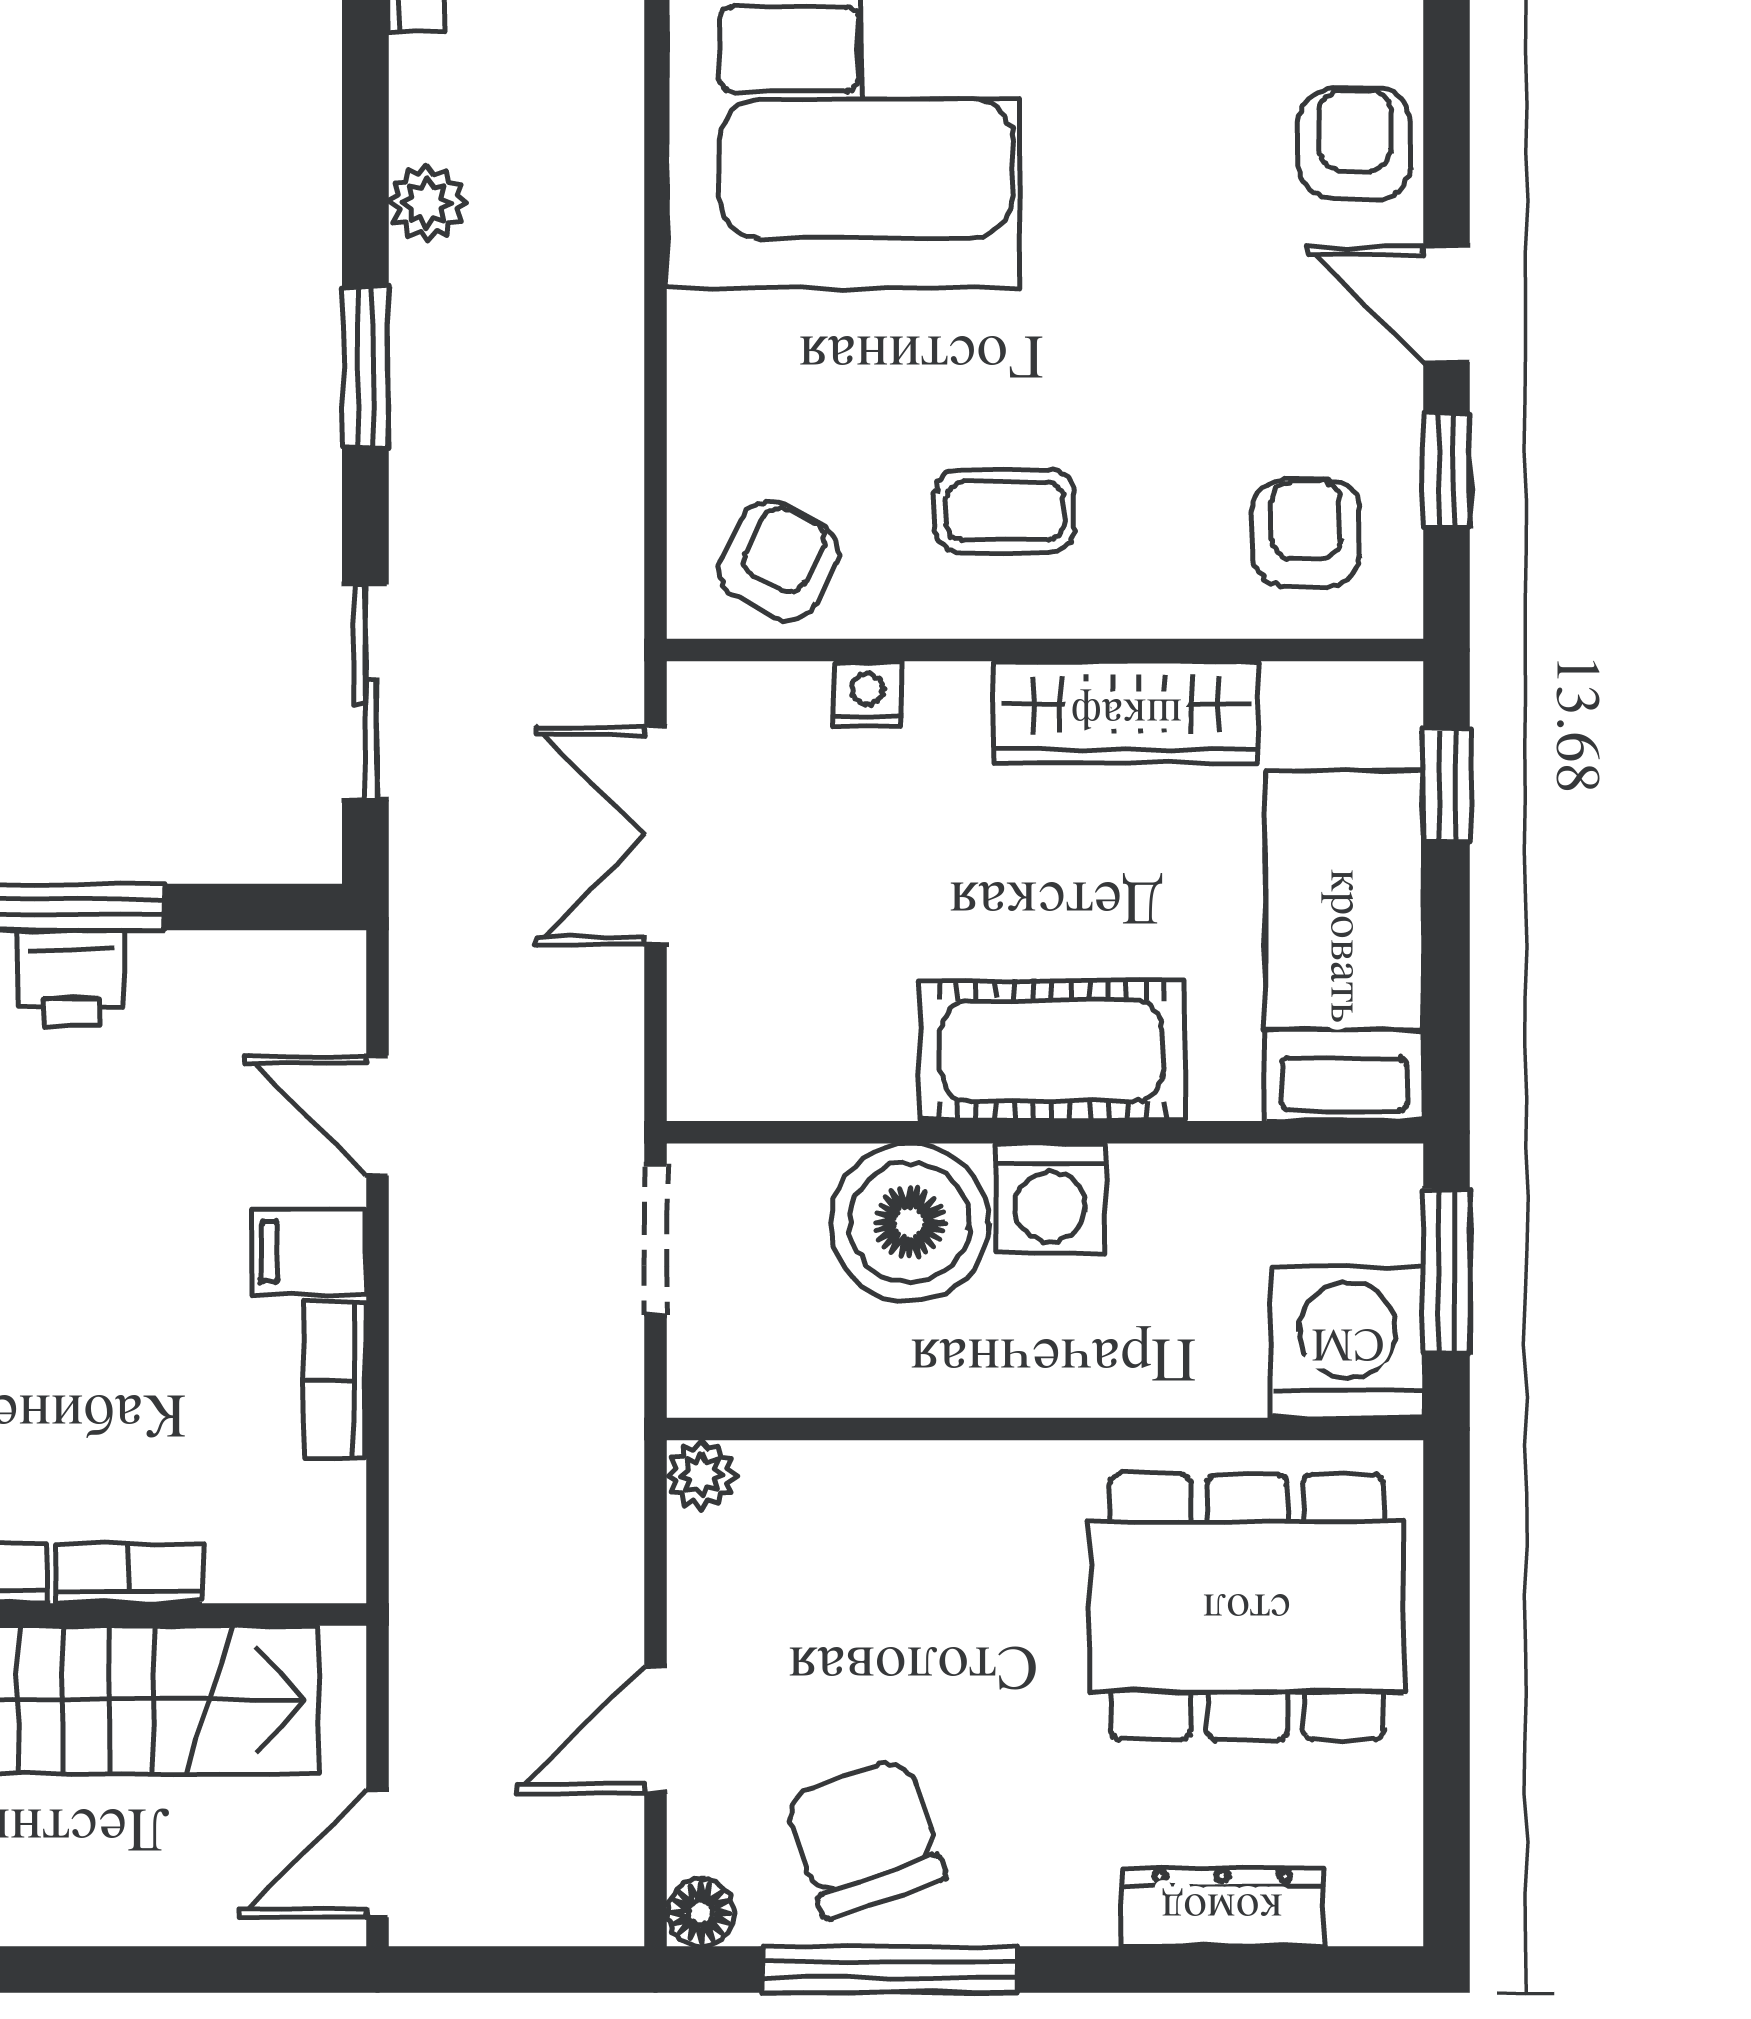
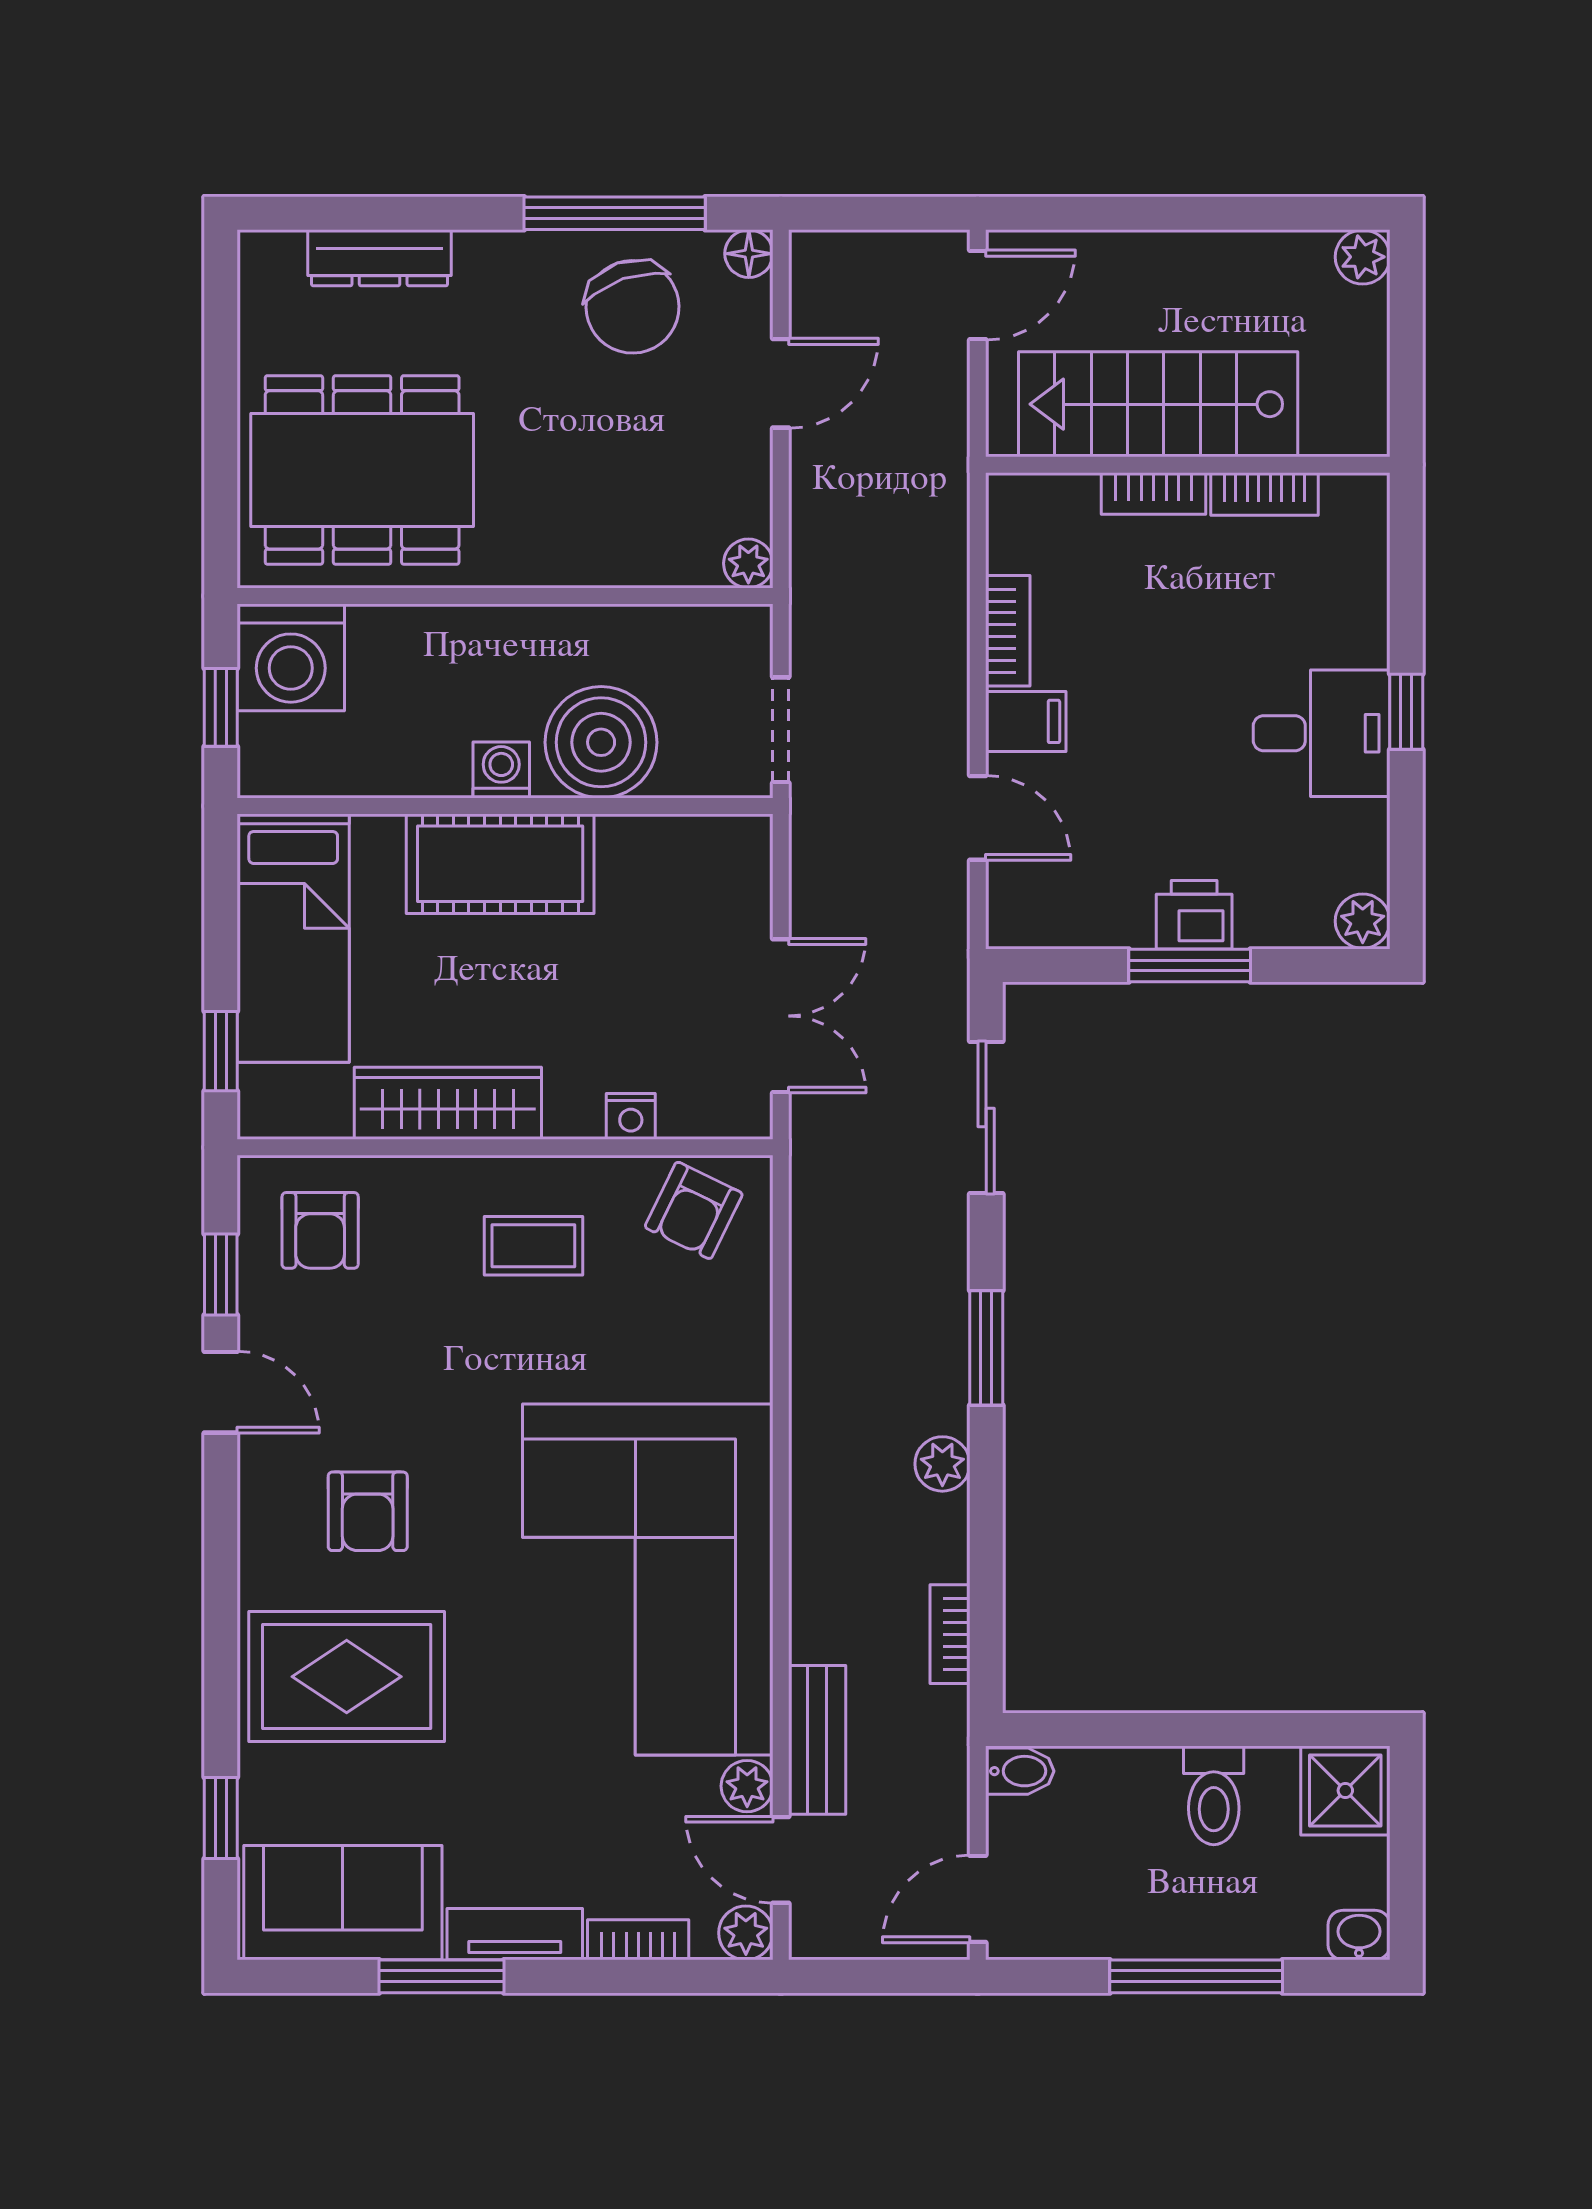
armchair: (1355, 144) -> (368, 1511), moved
washing machine: (1050, 1198) -> (501, 770), width x0.73, depth x0.73
window: (1446, 1272) -> (221, 707), width x0.67

